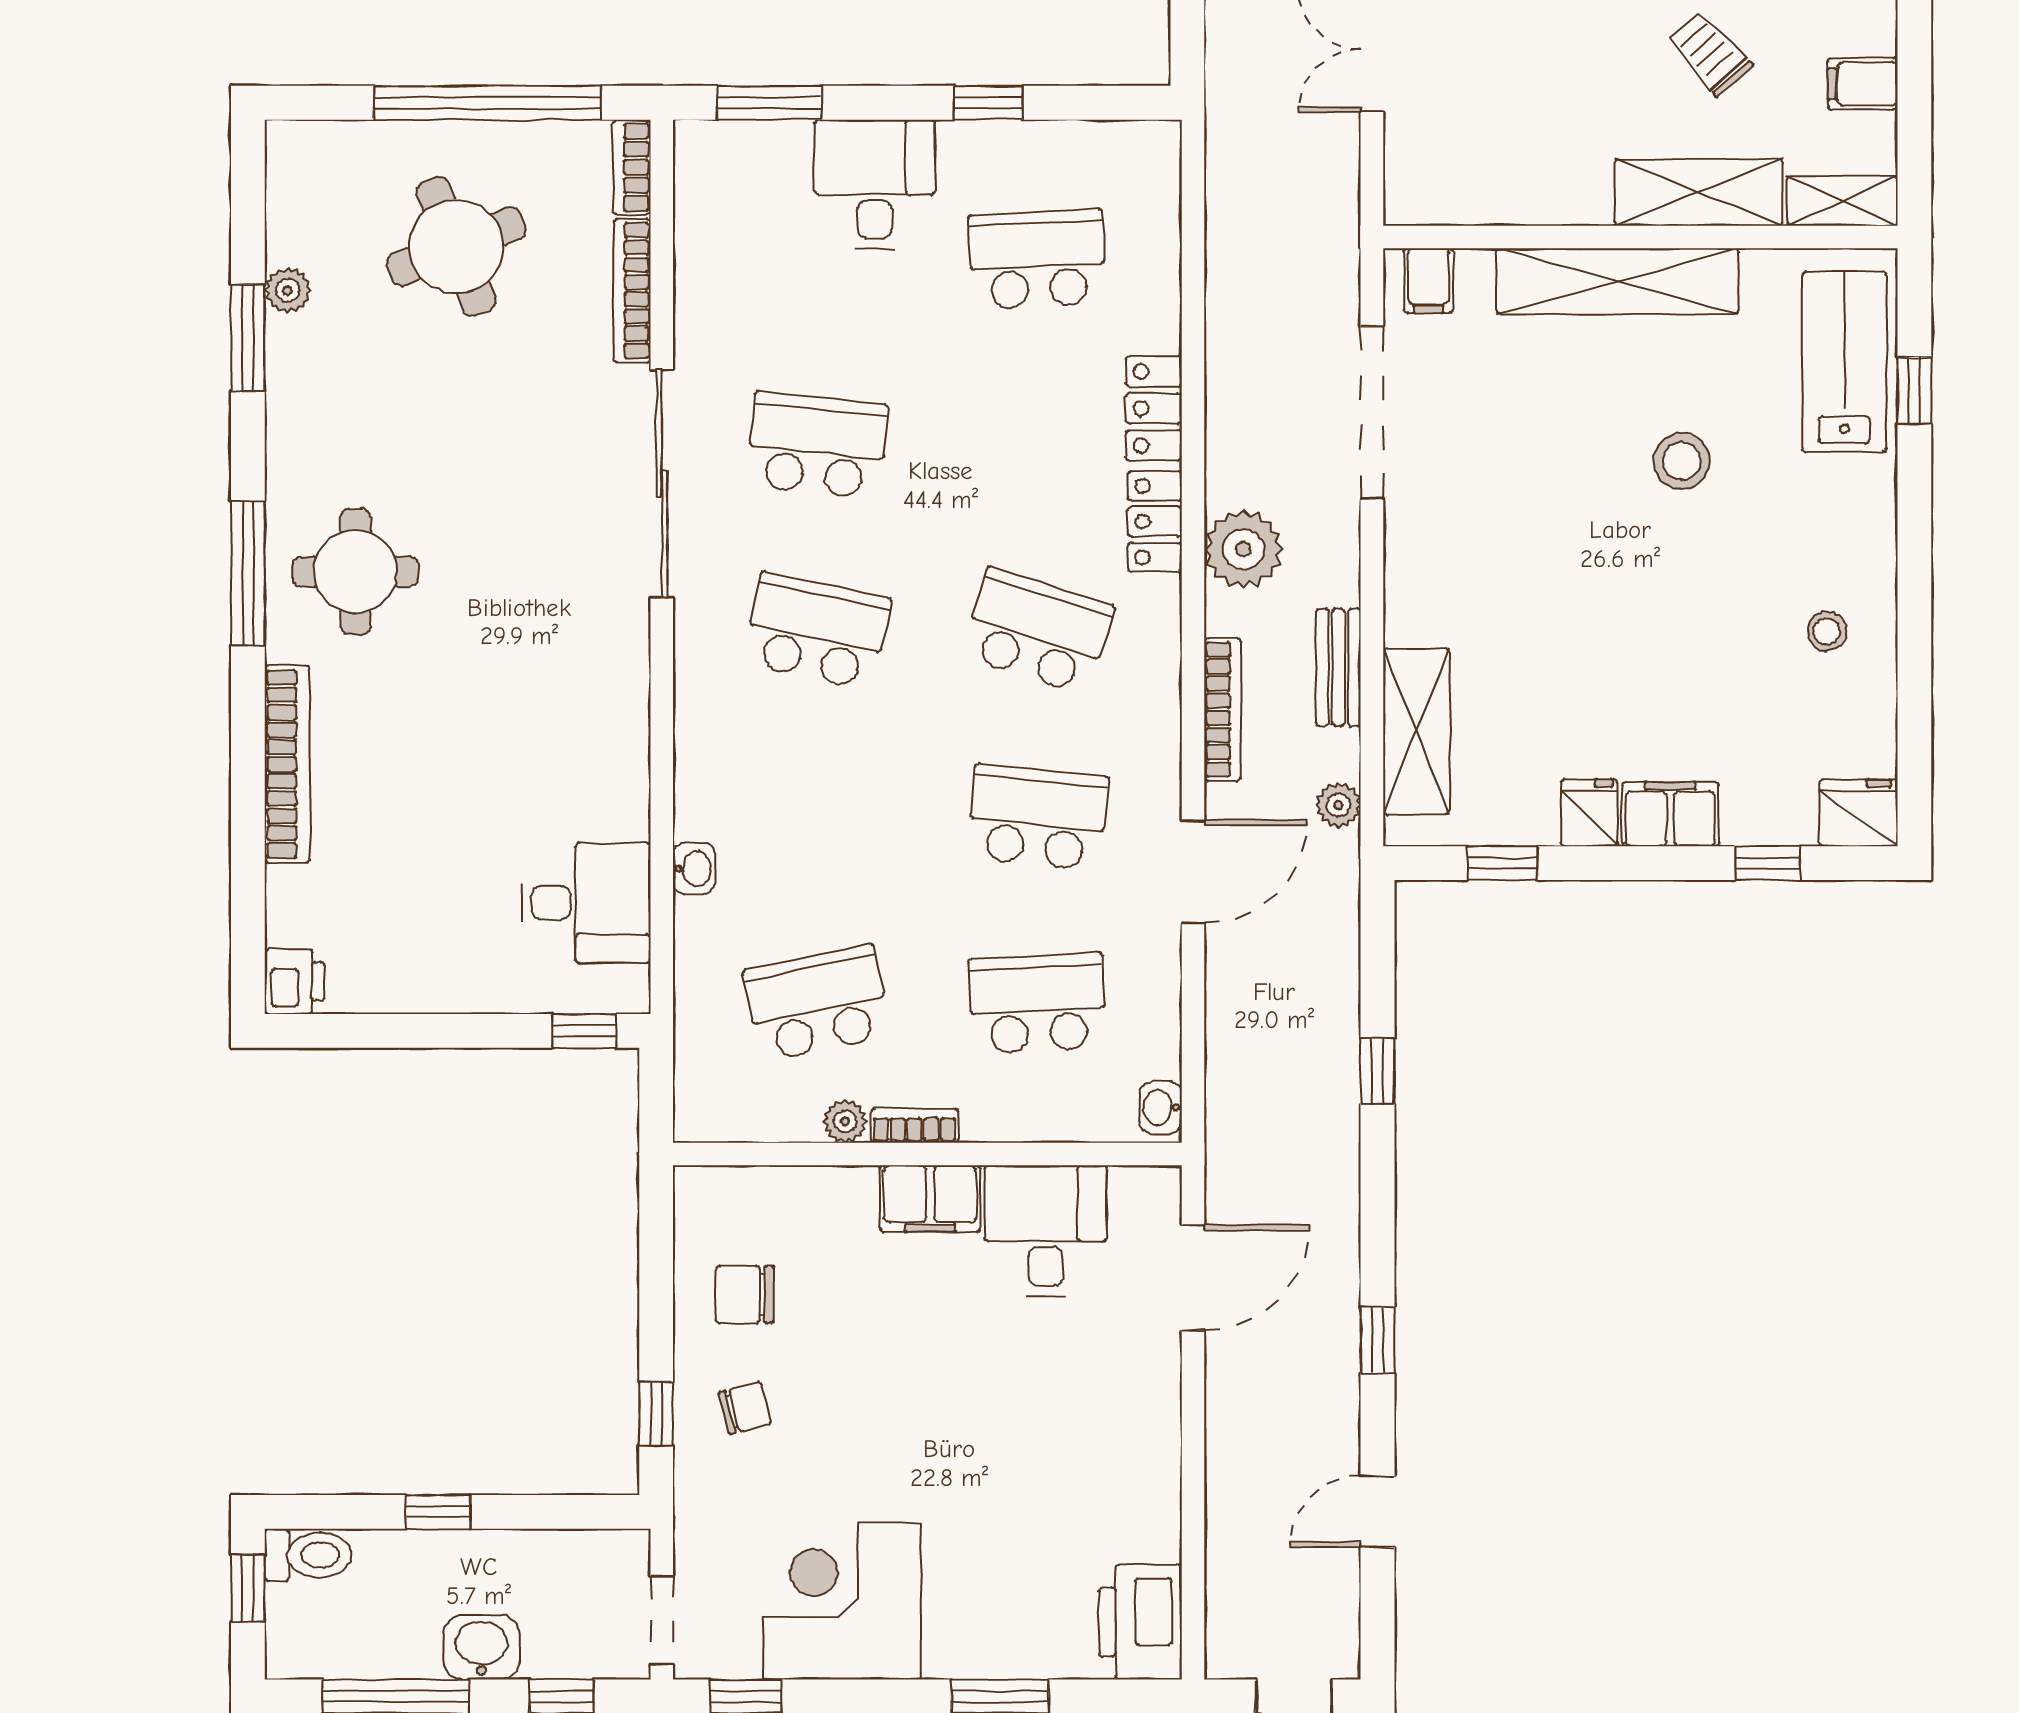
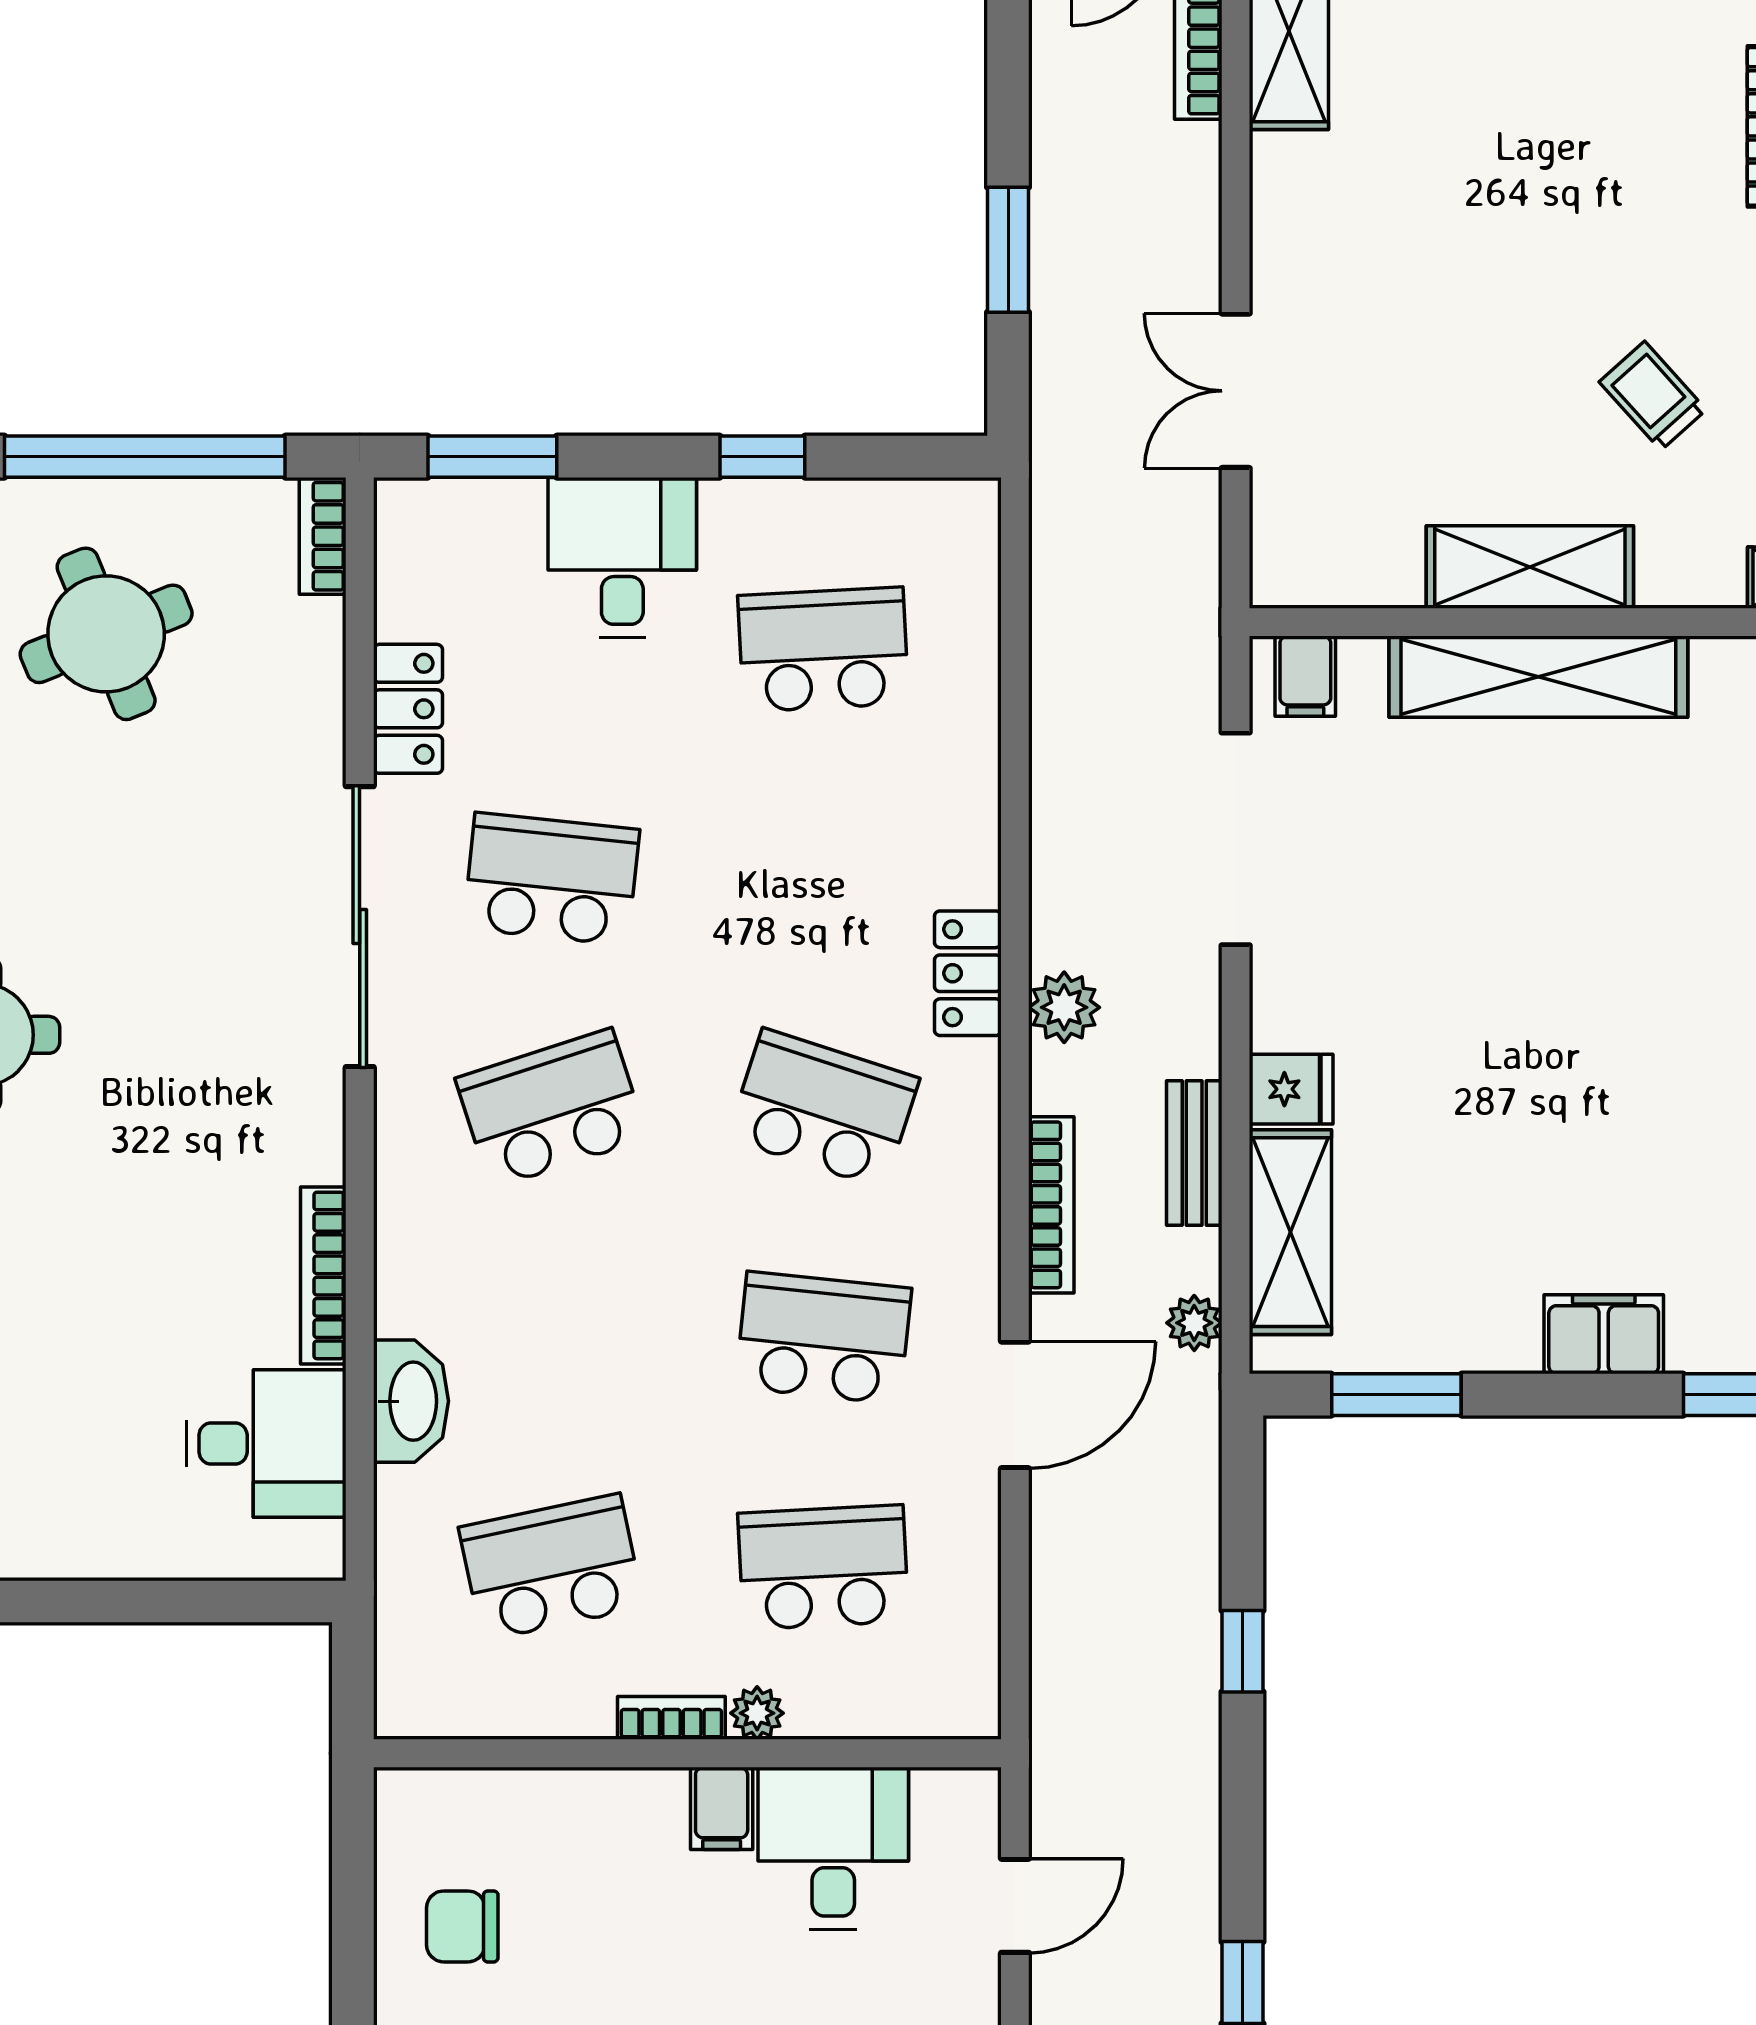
shelving: (1699, 192) -> (1530, 567), moved
bookcase: (632, 291) -> (323, 1275), moved
locker: (1154, 408) -> (408, 709), moved, turned 180
stool: (1682, 461) -> (1618, 899), removed
plant: (1243, 549) -> (1064, 1007), width x0.73, depth x0.73
school desk: (817, 631) -> (551, 1108), turned -30
fridge: (1589, 813) -> (1291, 1089), moved, turned 90
window: (1502, 863) -> (1396, 1395), width x1.50
washbasin: (694, 869) -> (411, 1401), width x1.91, depth x1.45
window: (584, 1031) -> (264, 1601), removed
washbasin: (1161, 1108) -> (975, 1696), removed
plant: (845, 1121) -> (757, 1713), moved
filing cabinet: (930, 1199) -> (722, 1808), width x0.50
door: (1193, 1278) -> (1015, 1906), width x0.73

